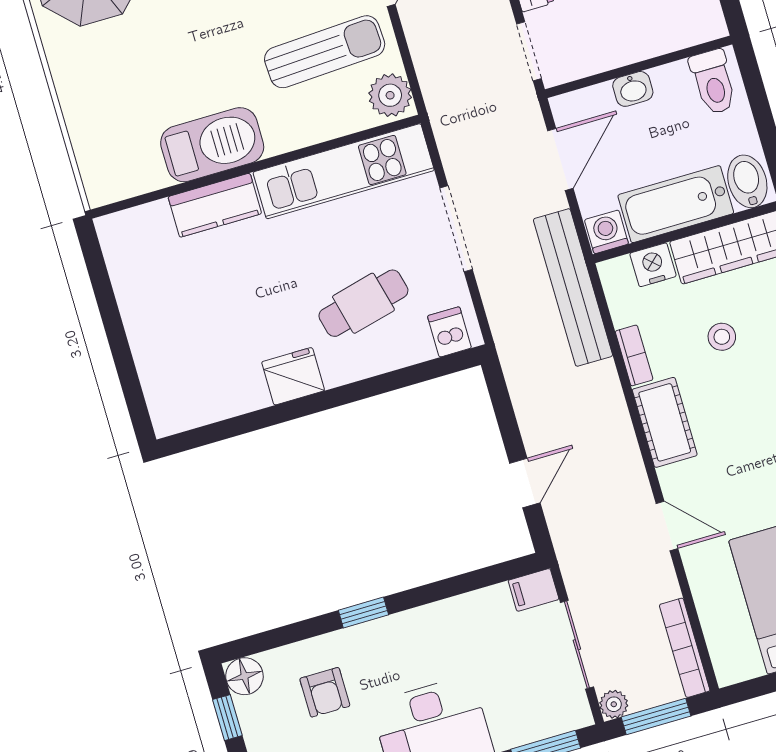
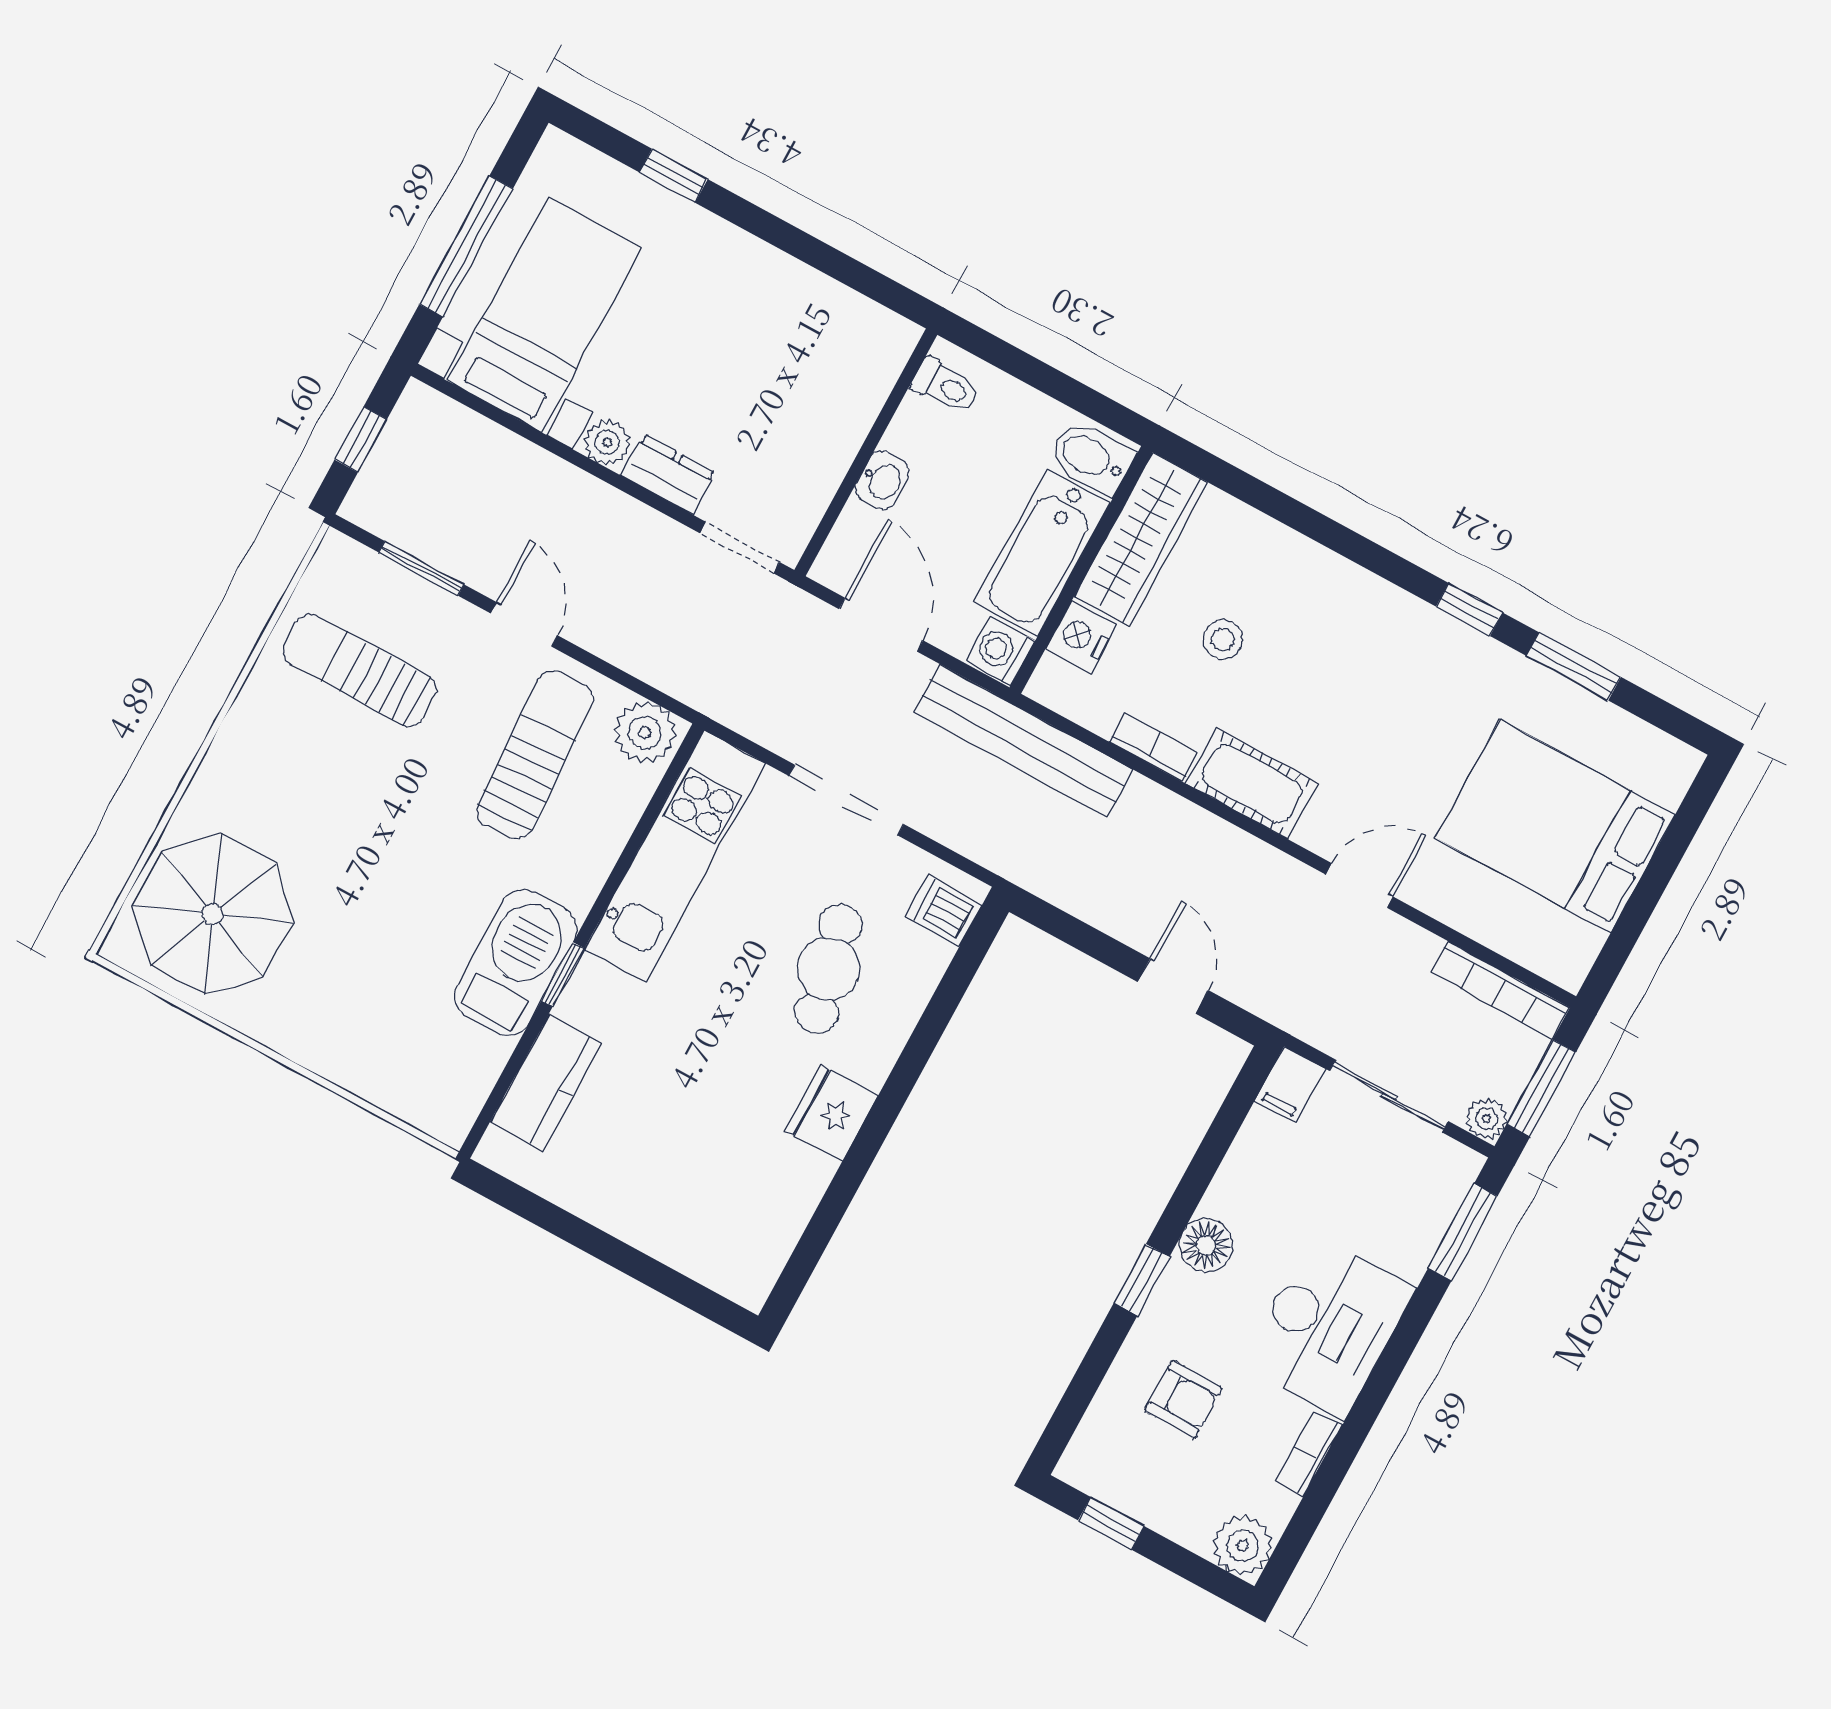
toilet: (713, 82) -> (946, 386), width x0.73, depth x0.72
window: (230, 174) -> (563, 974), added
kitchen counter: (215, 205) -> (546, 1082), moved
floor lamp: (244, 676) -> (1206, 1245), moved

